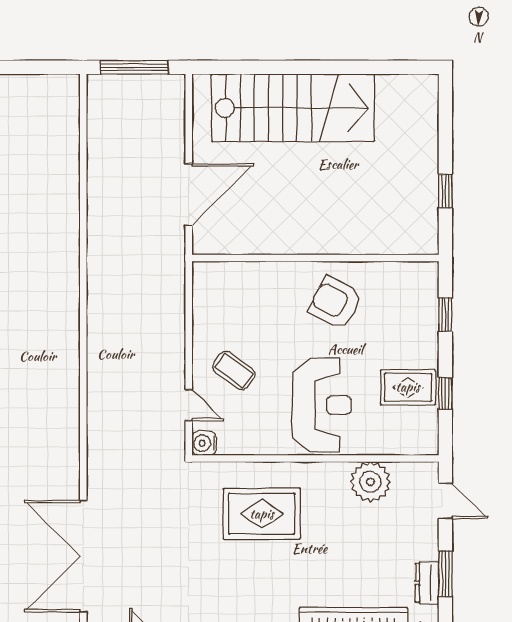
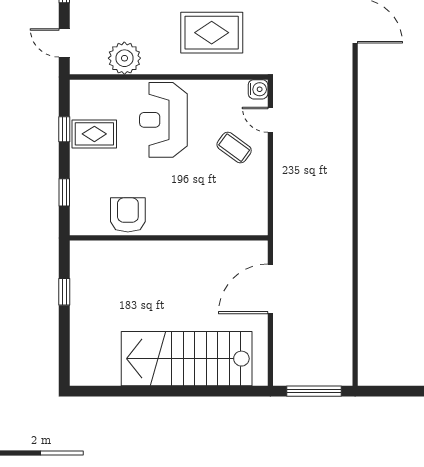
armchair: (335, 303) -> (128, 215), moved, turned -118

